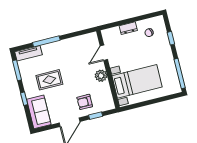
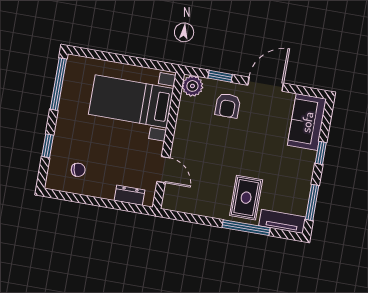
dresser: (128, 28) -> (129, 195), moved
door: (104, 53) -> (163, 170), hinge flipped
plant: (101, 76) -> (192, 86), moved
rug: (49, 80) -> (246, 198), moved, turned 90
armchair: (85, 102) -> (228, 106), turned 90

